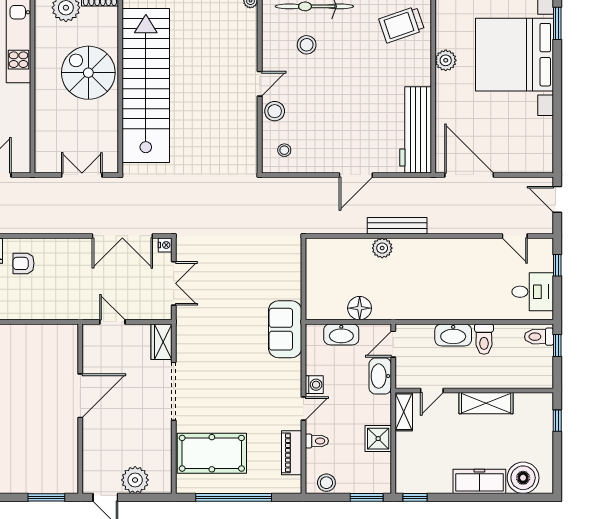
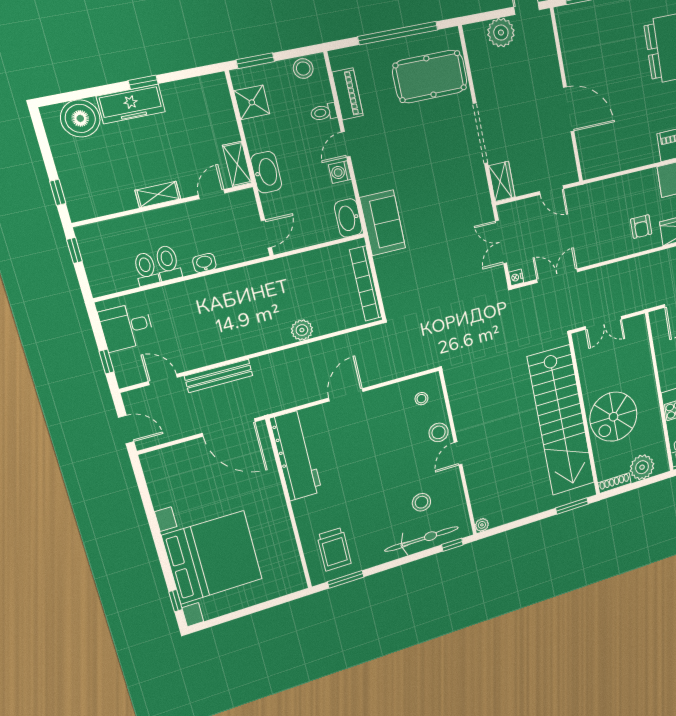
window: (557, 23) -> (176, 601), width x0.67
trolley: (402, 25) -> (334, 549), turned 109
plant: (446, 60) -> (282, 530), removed
spiral stairs: (88, 73) -> (614, 417), turned 90
bench: (397, 226) -> (219, 376), moved
double door: (122, 236) -> (557, 276), width x0.73
armchair: (24, 263) -> (641, 227), turned 90
bookcase: (313, 276) -> (366, 284), added
floor lamp: (360, 308) -> (311, 263), removed
washbasin: (341, 334) -> (348, 218), moved, turned -90
washbasin: (453, 335) -> (204, 263), width x0.52, depth x0.69
toilet: (539, 337) -> (146, 269), moved, turned -90
window: (557, 346) -> (74, 250), moved
washbasin: (380, 376) -> (266, 172), moved
door: (80, 396) -> (569, 109), swing flipped
shelving: (486, 403) -> (158, 194), width x0.67, depth x0.75
shower: (378, 439) -> (252, 102), moved
window: (415, 497) -> (143, 82), moved

